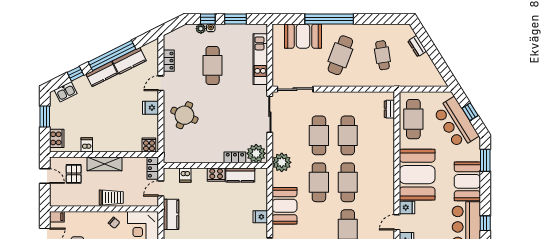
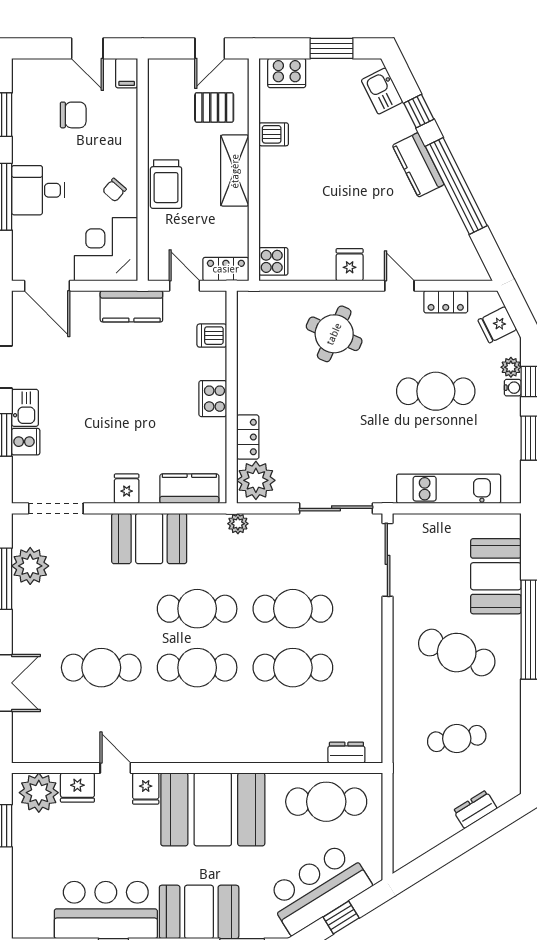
fridge: (180, 35) -> (497, 325), added
kitchen counter: (129, 61) -> (445, 221), removed
plant: (282, 162) -> (238, 524), width x0.53, depth x0.53
kitchen counter: (240, 175) -> (189, 489), moved, turned 90

